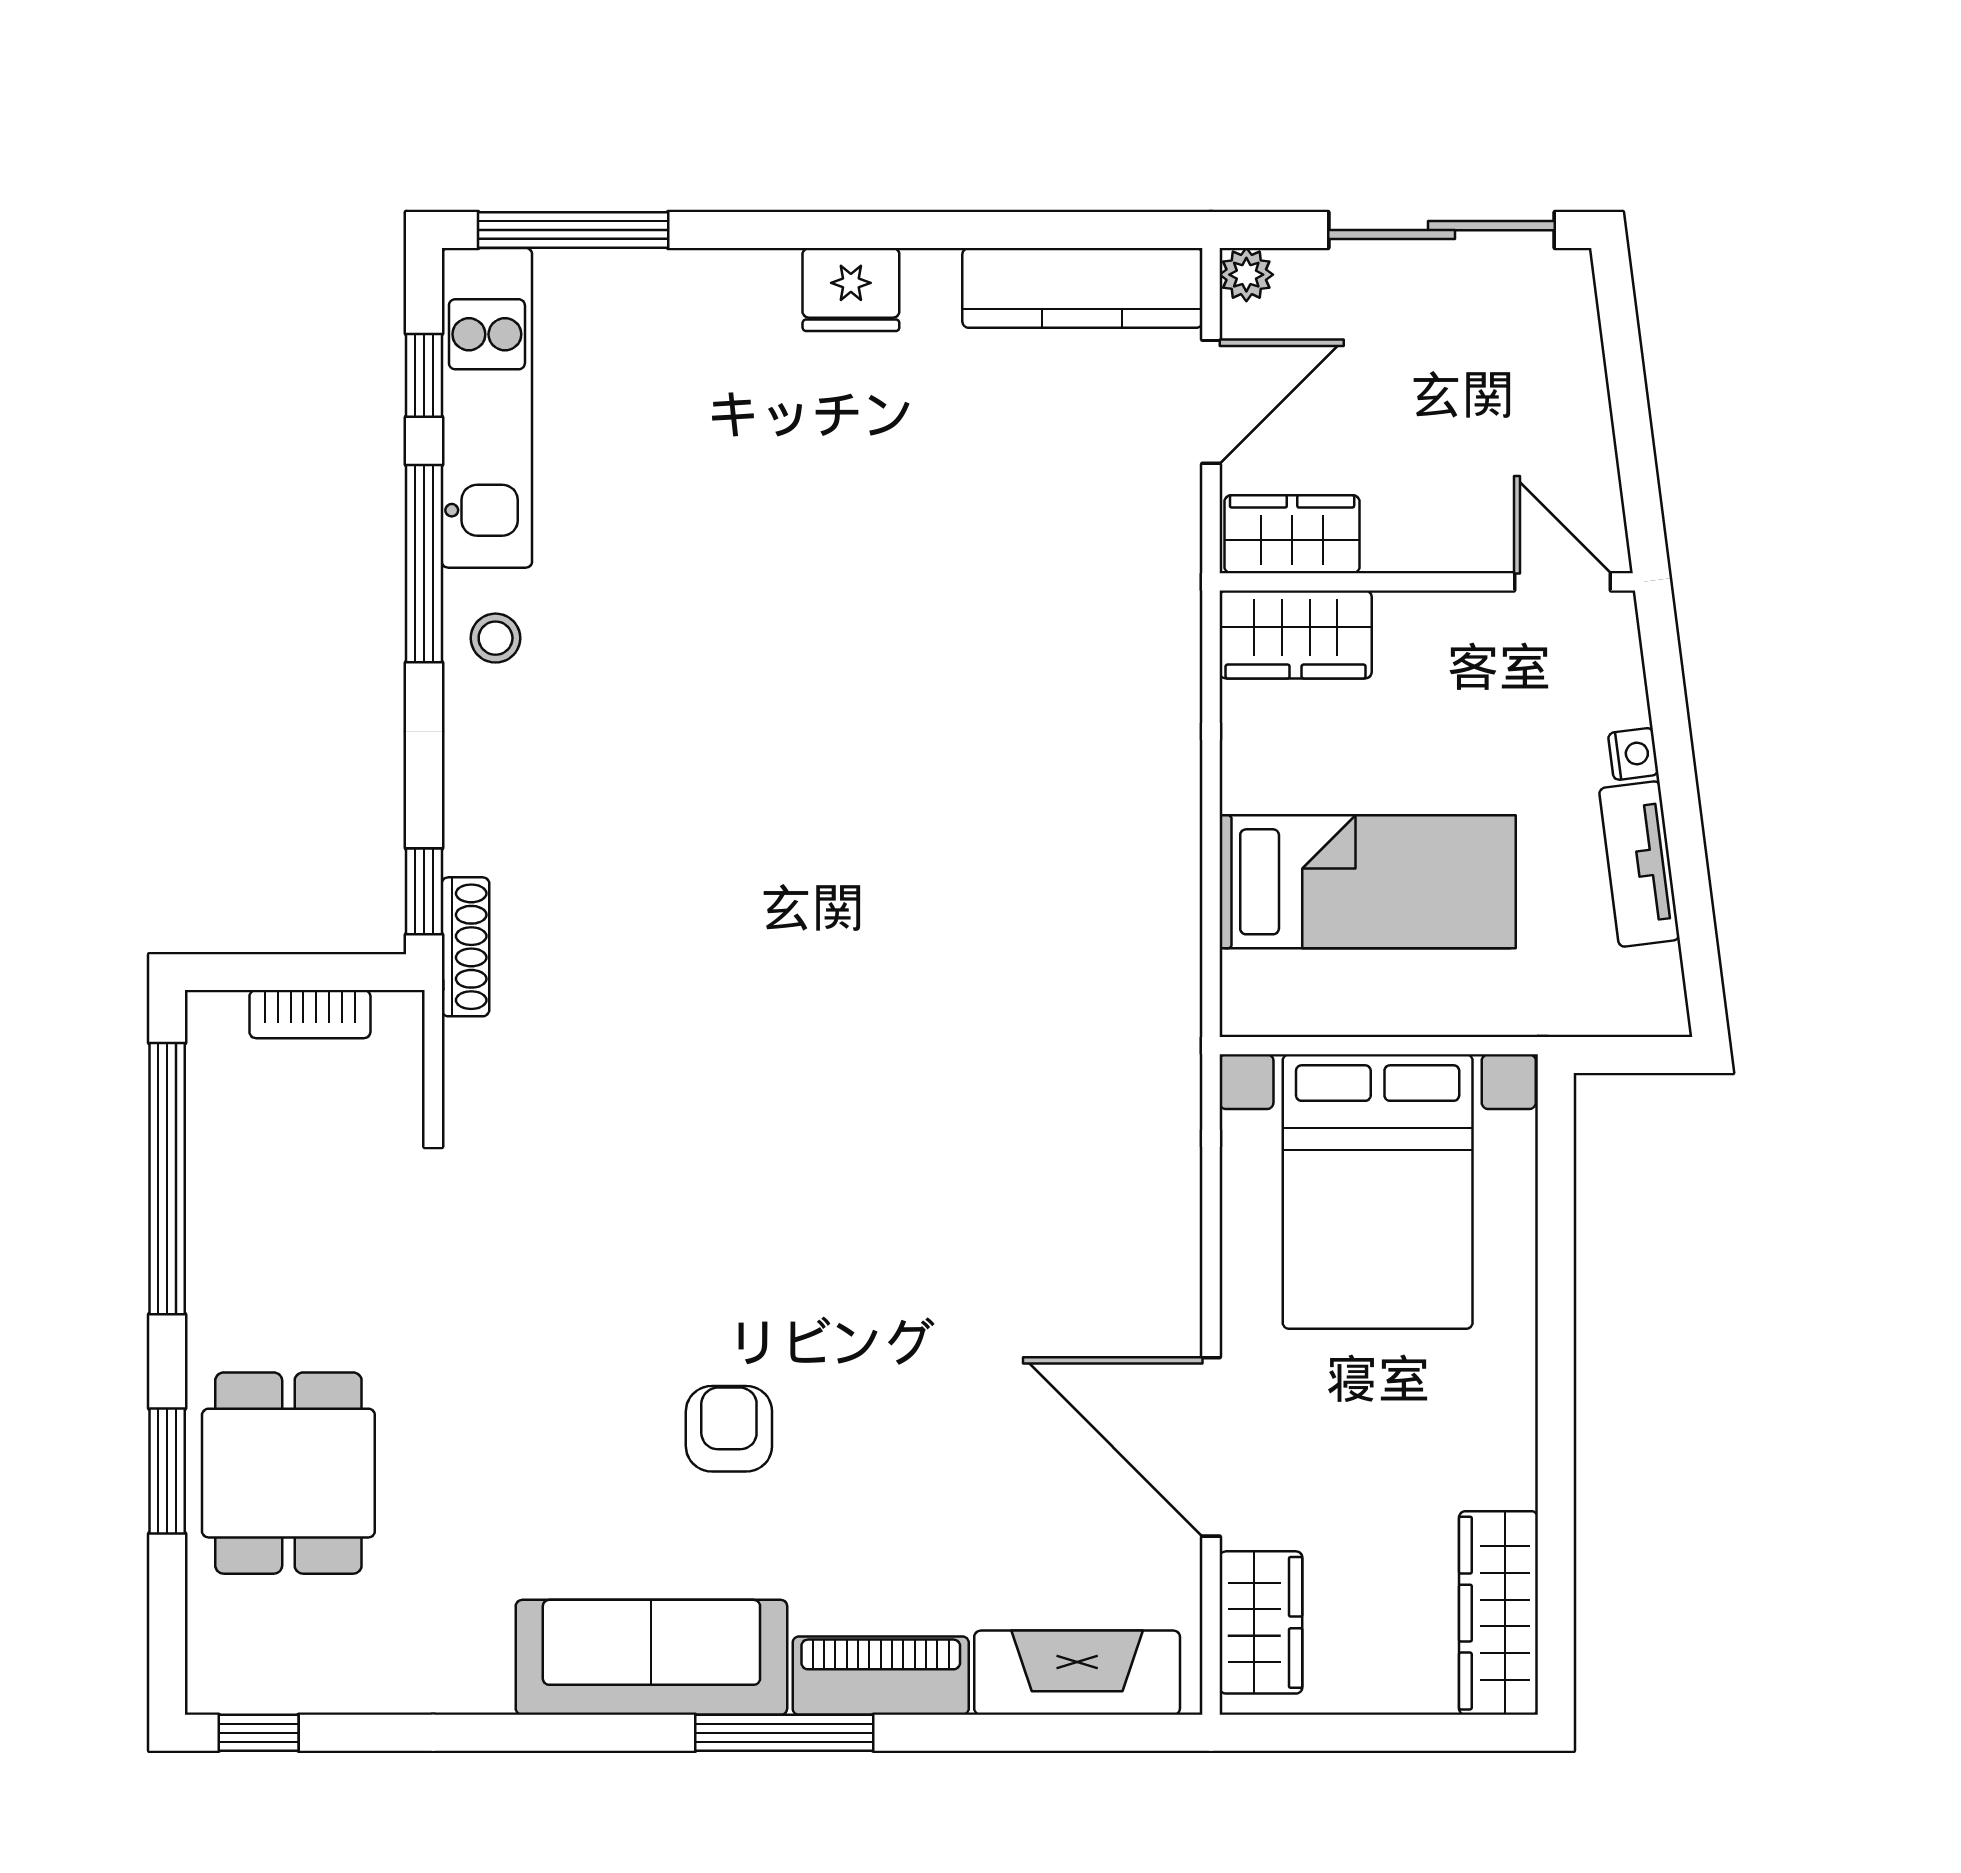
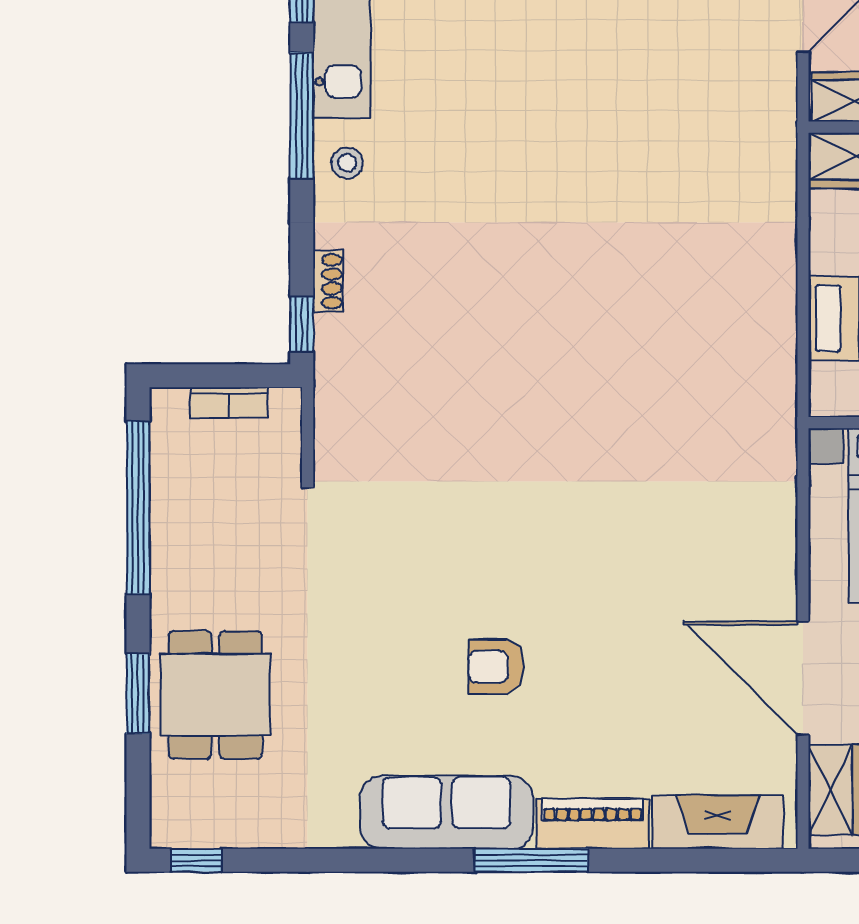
shoe rack: (465, 947) -> (328, 281), moved, width x0.70
armchair: (729, 1429) -> (496, 667), turned -90

